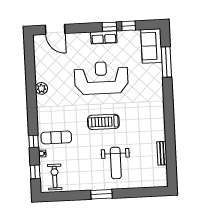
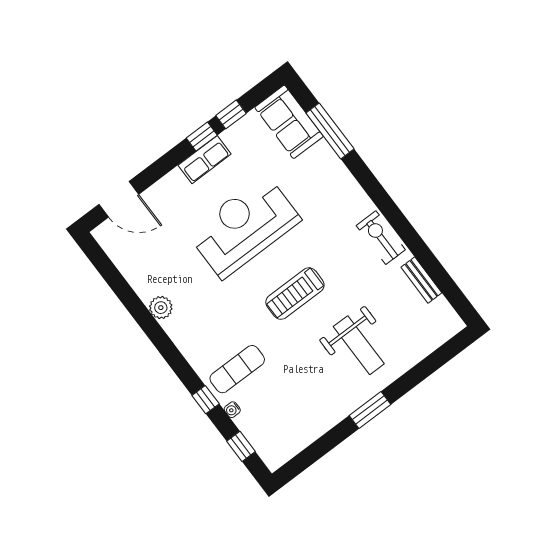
exercise bike: (55, 177) -> (381, 238), moved

